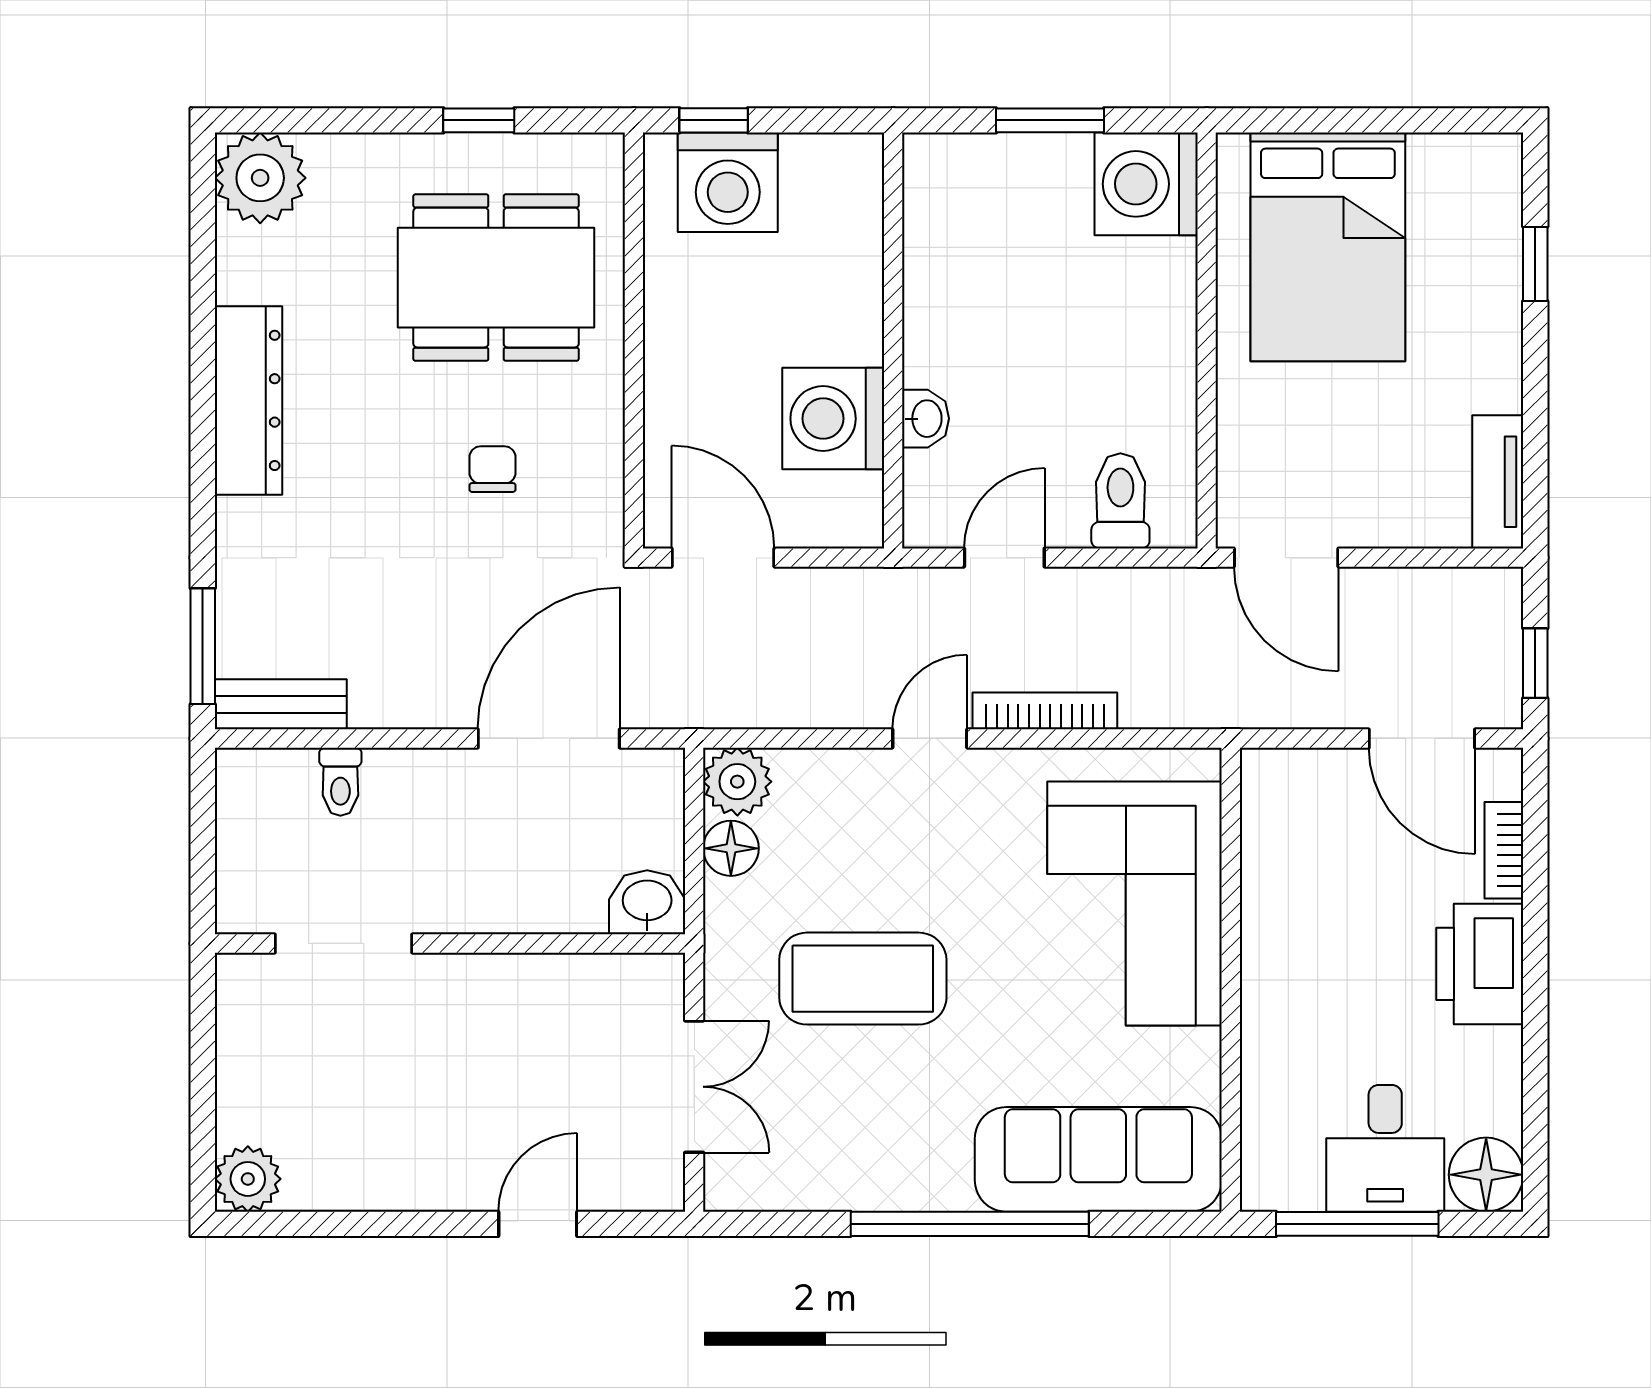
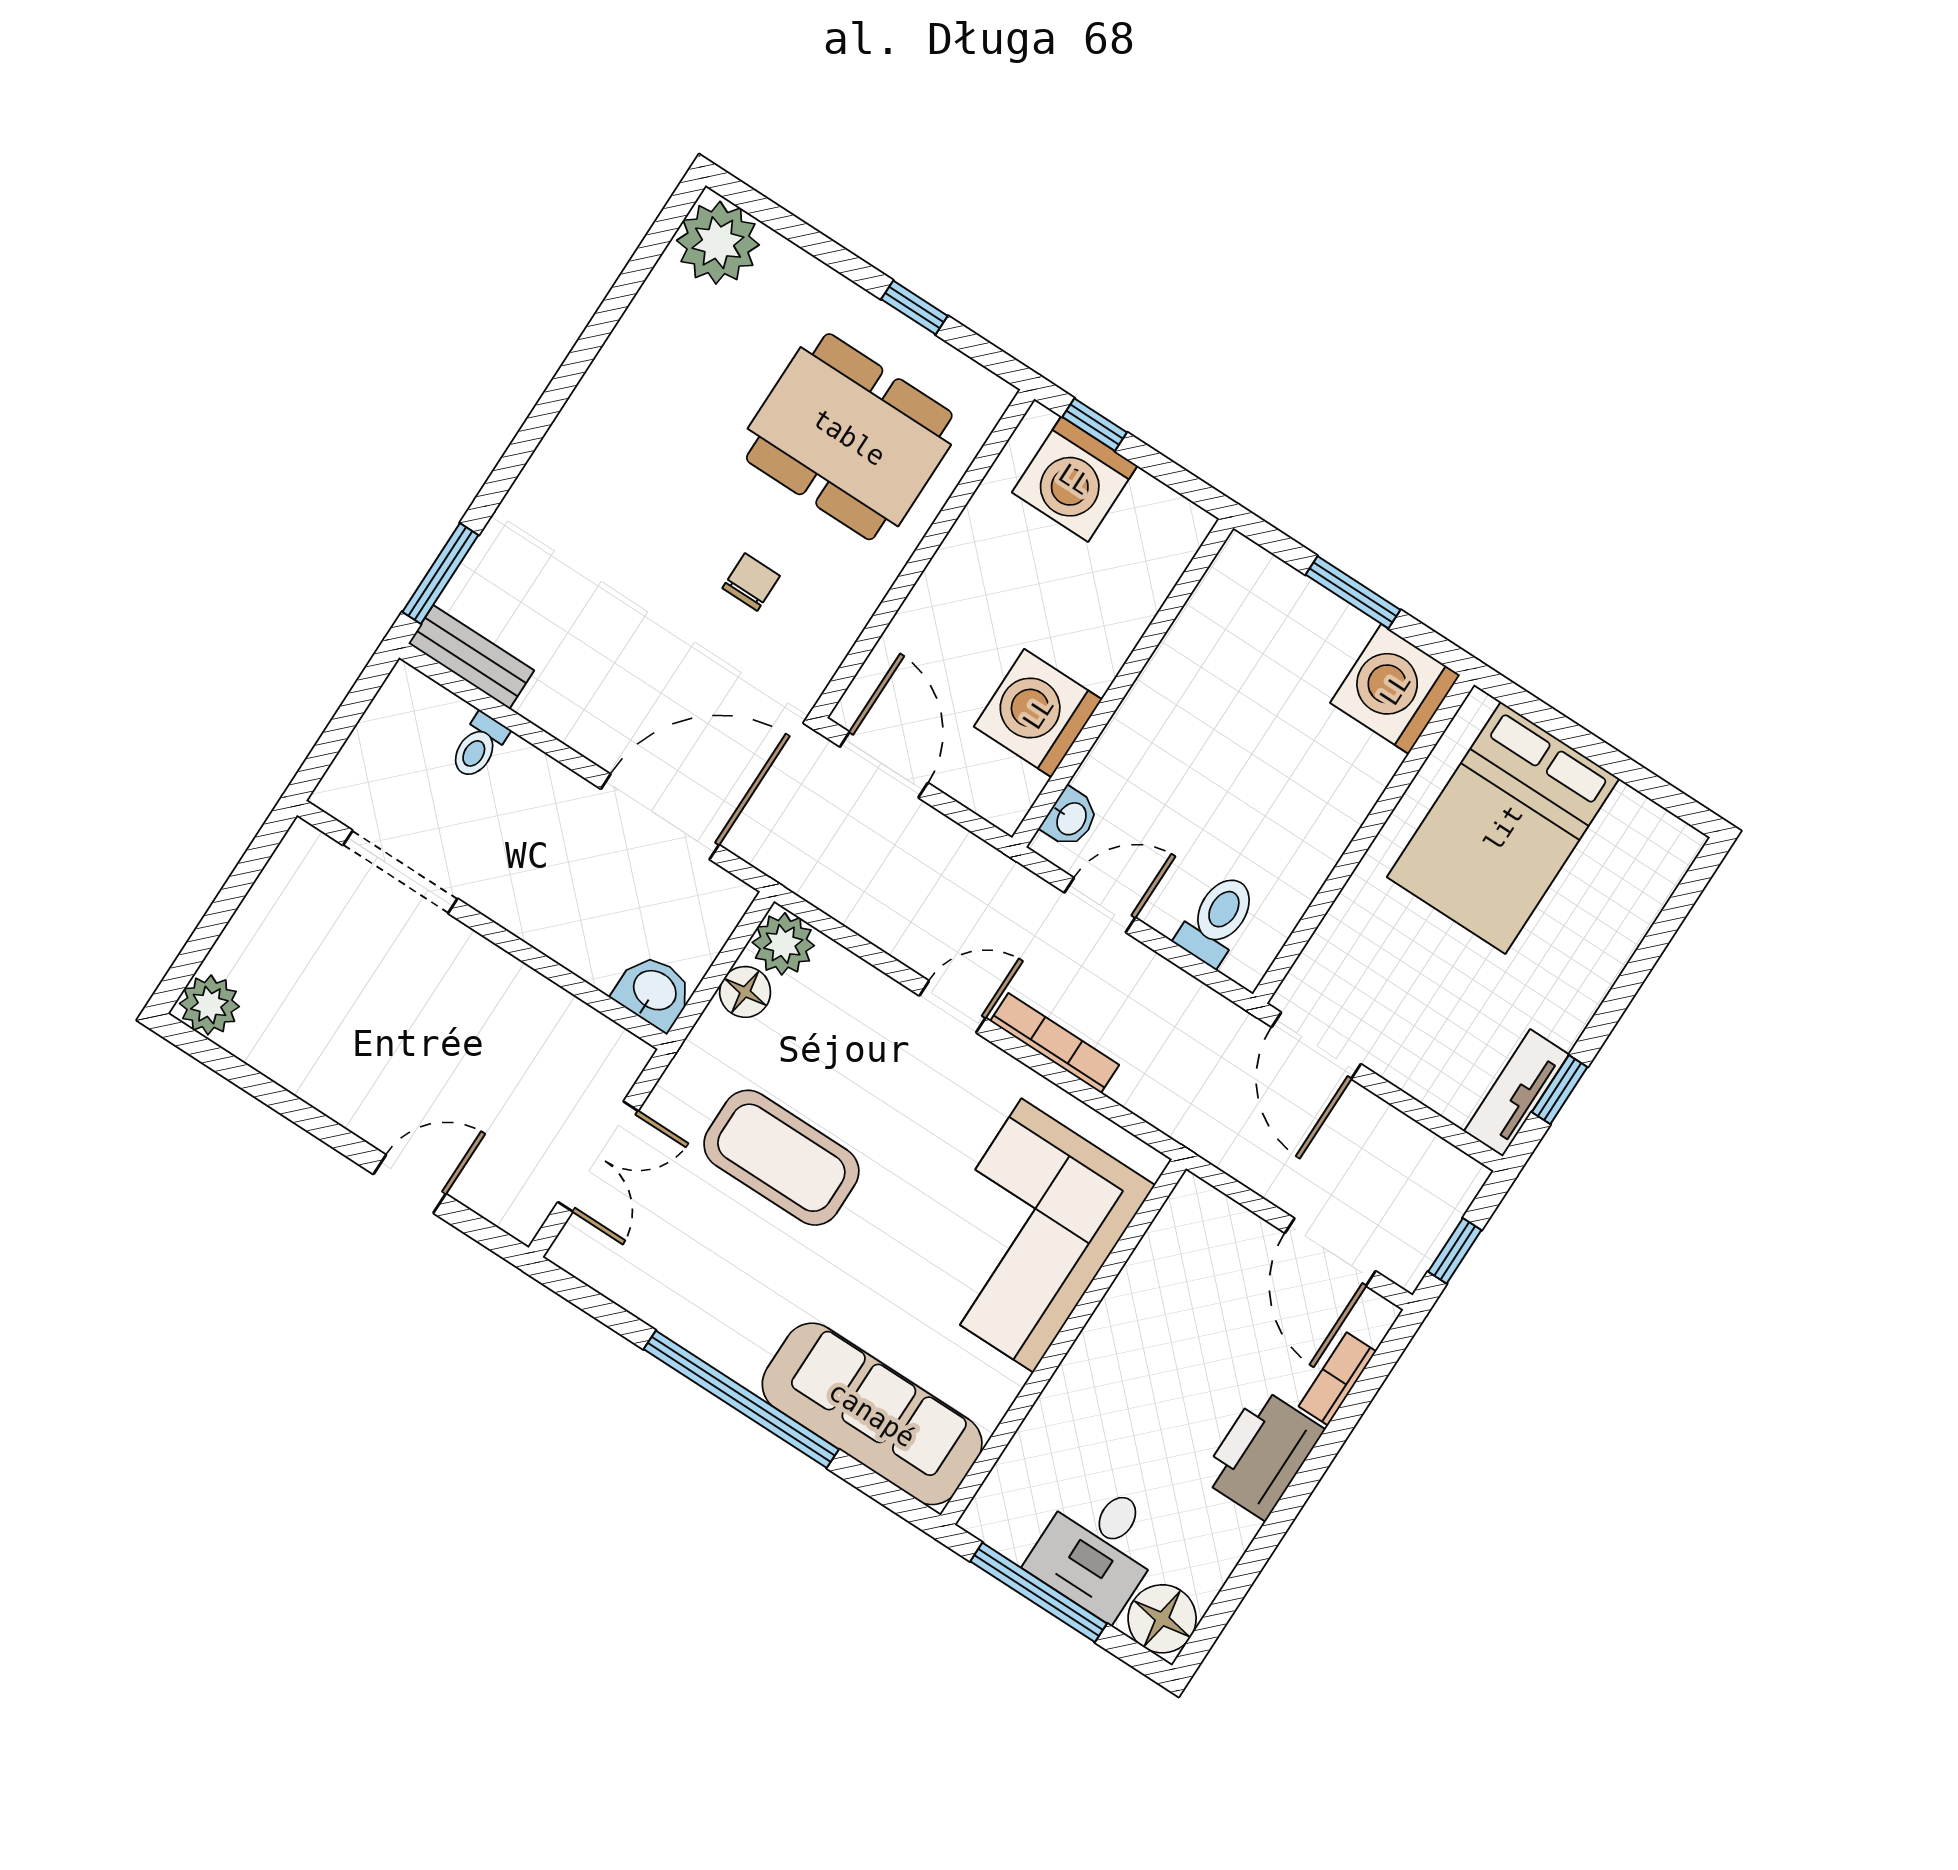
window: (1535, 264) -> (1560, 1090), moved
dresser: (248, 400) -> (598, 408), removed
washbasin: (926, 419) -> (1070, 818), moved

